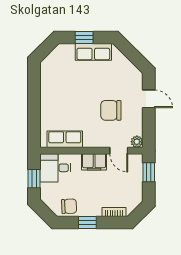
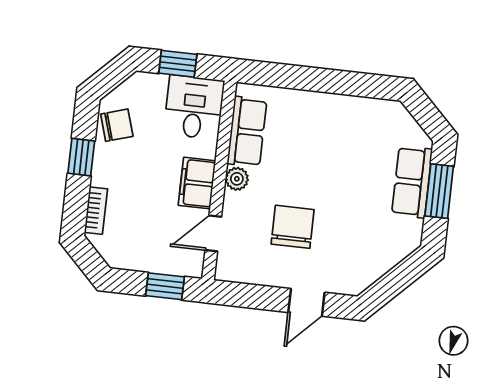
window: (84, 37) -> (439, 191), width x1.50
row of seats: (93, 52) -> (412, 182), moved
plant: (137, 142) -> (237, 179), moved
chair: (69, 206) -> (117, 125), turned -104

